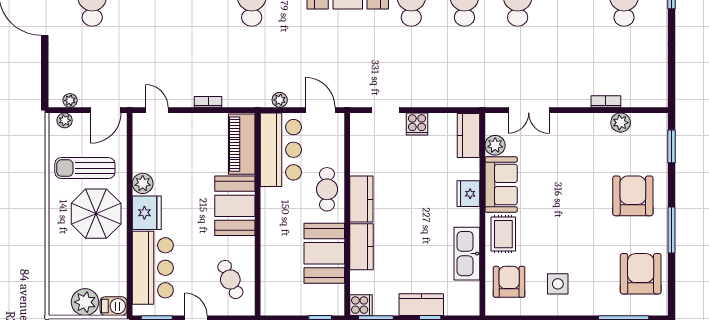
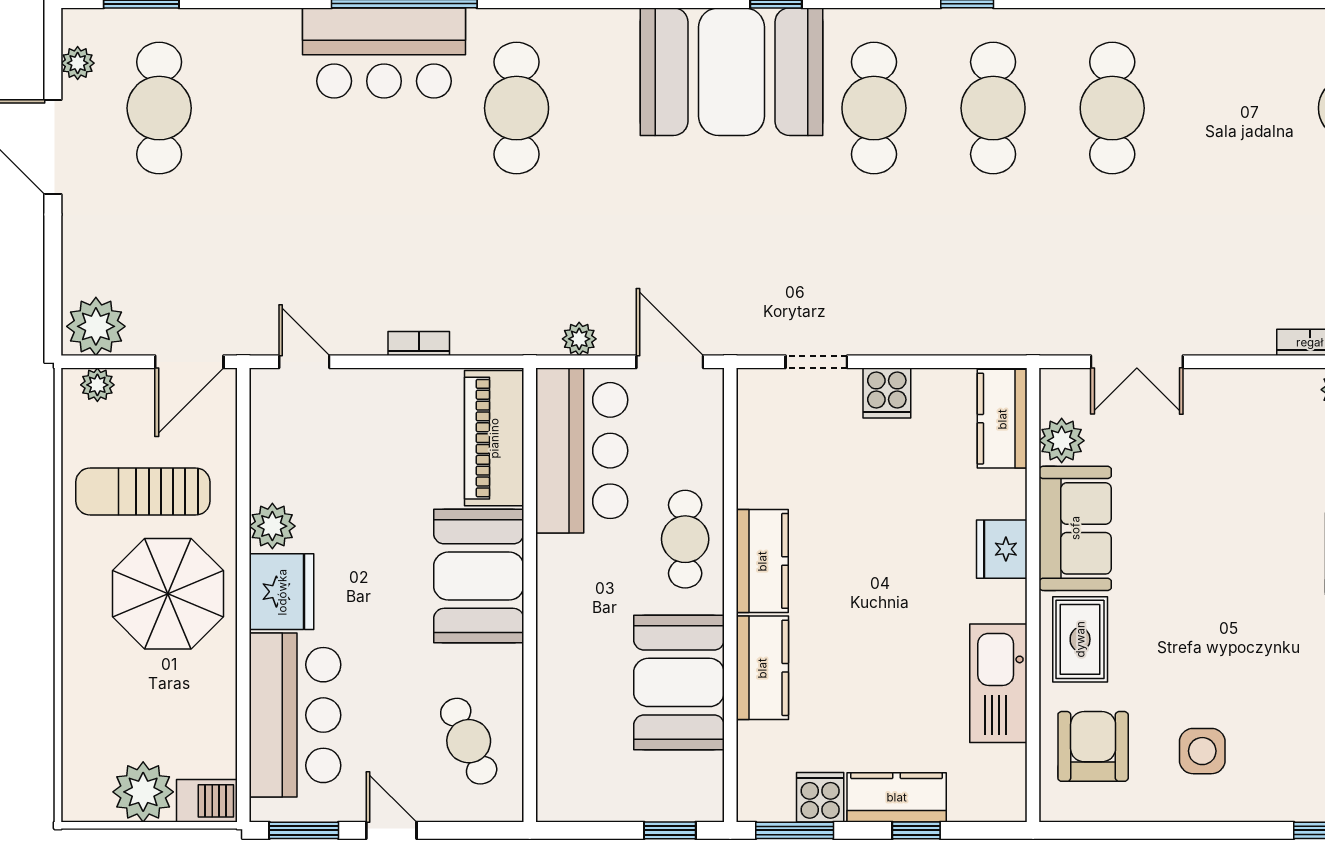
plant: (70, 100) -> (96, 326), width x1.88, depth x1.88
cooker: (361, 305) -> (820, 797), moved, turned -90

